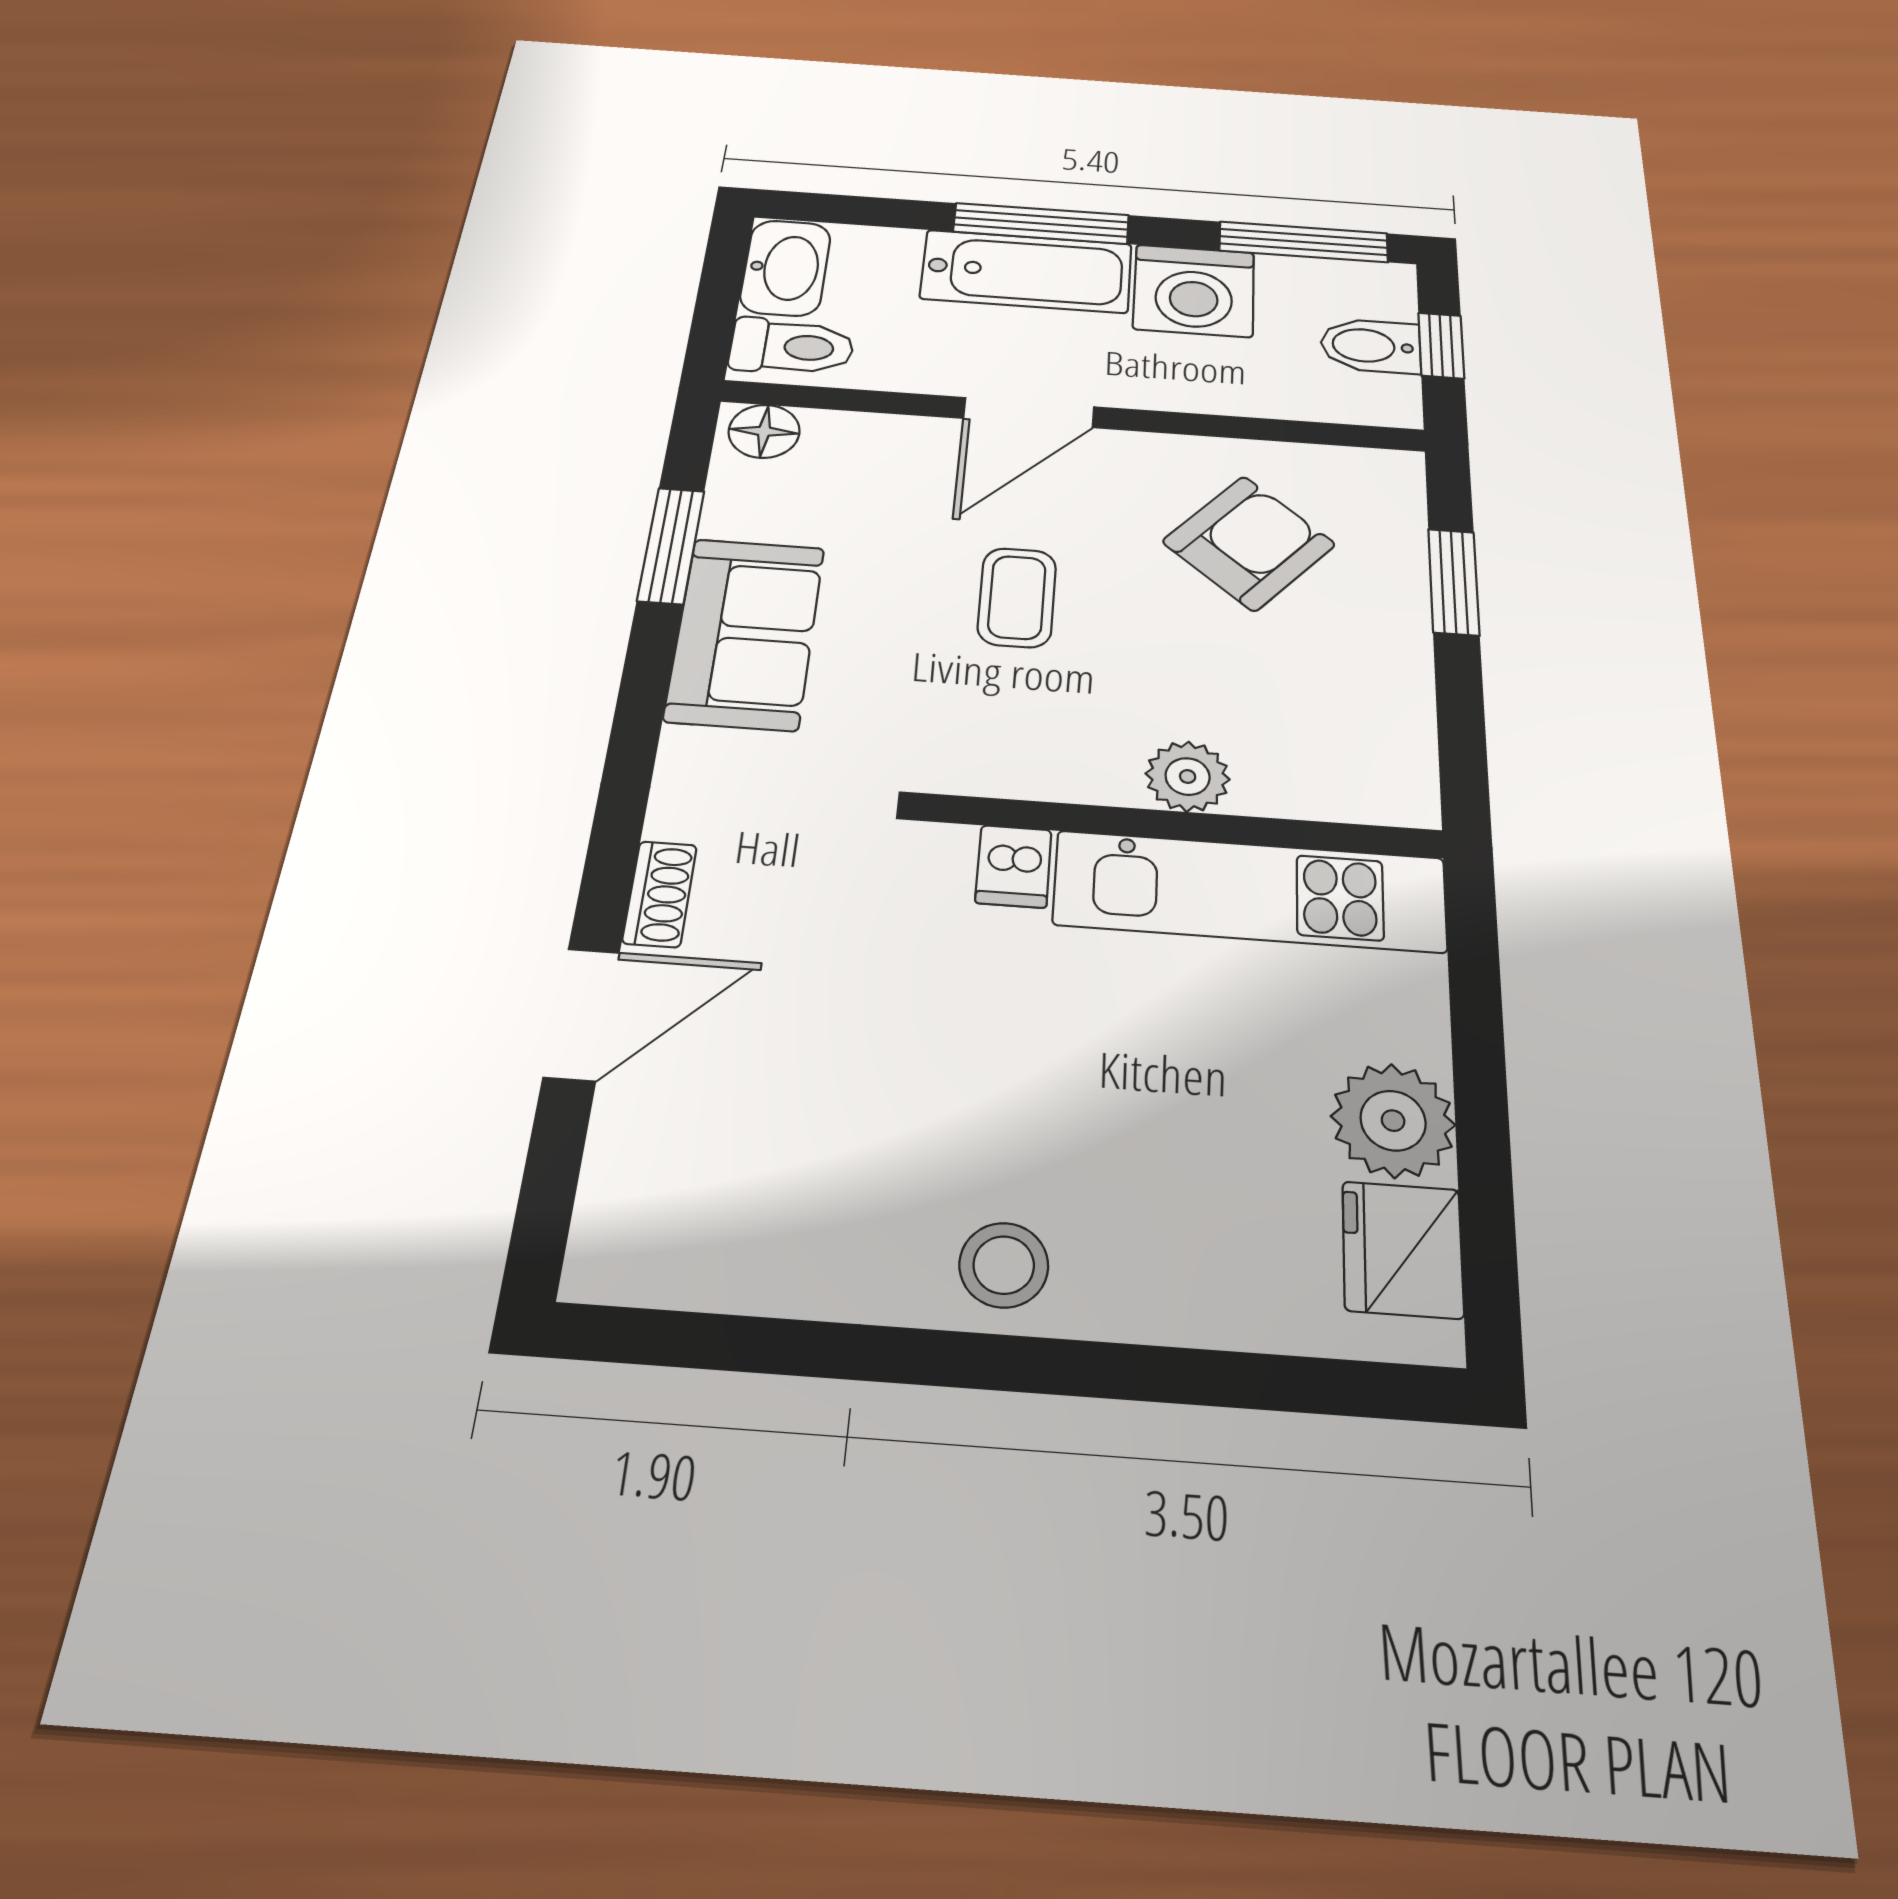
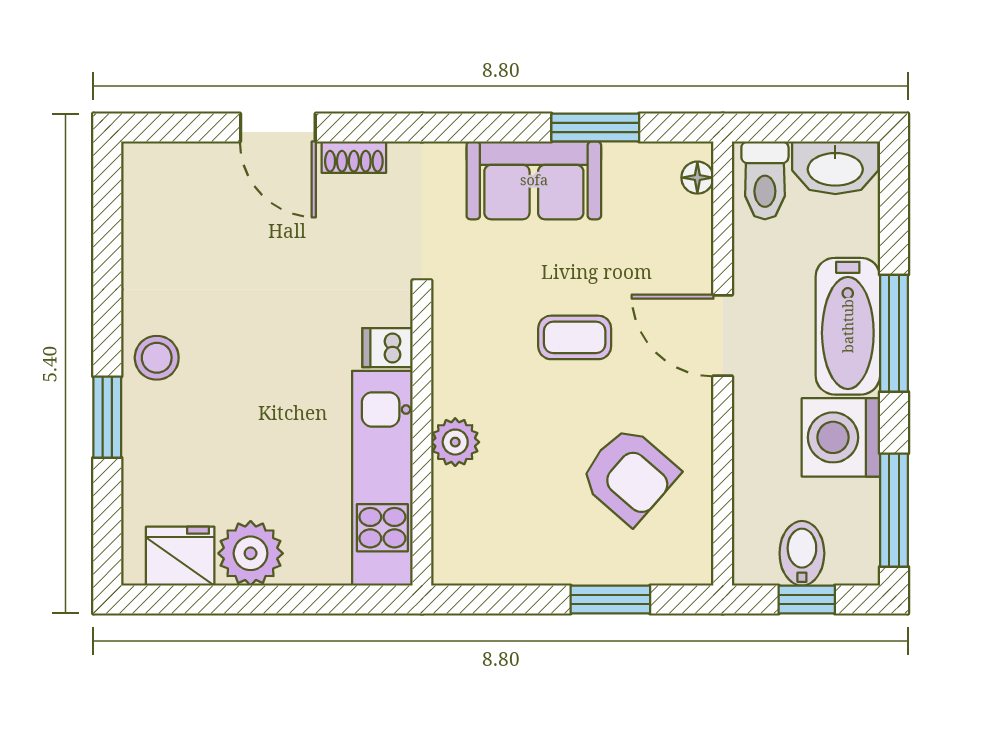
floor lamp: (764, 431) -> (697, 178), width x0.73, depth x0.73
window: (1119, 1371) -> (107, 417), added

